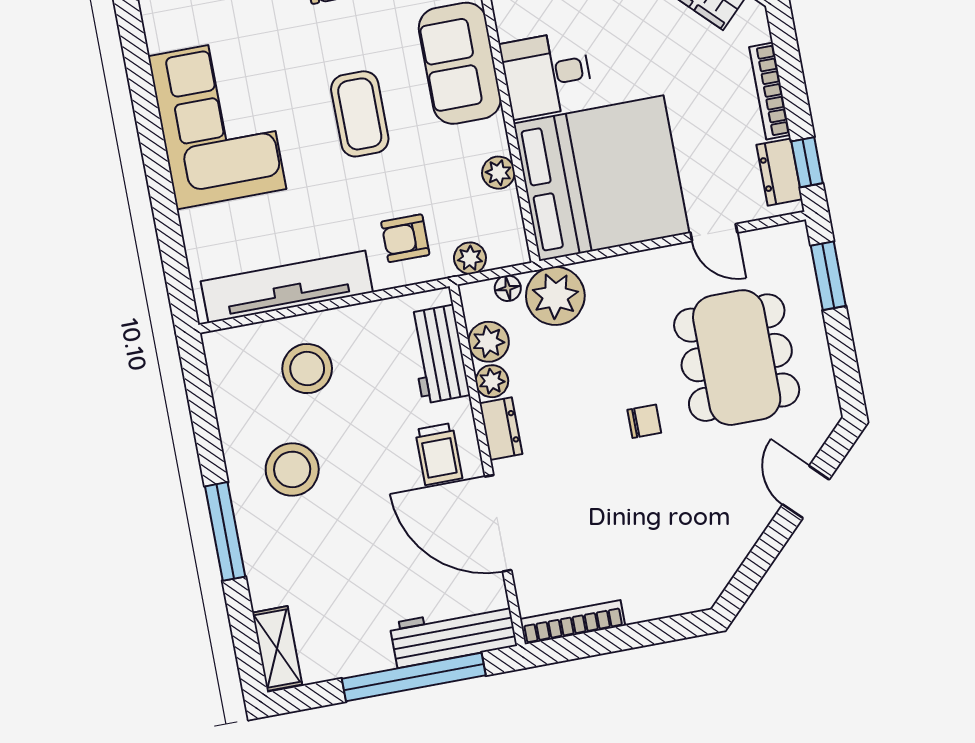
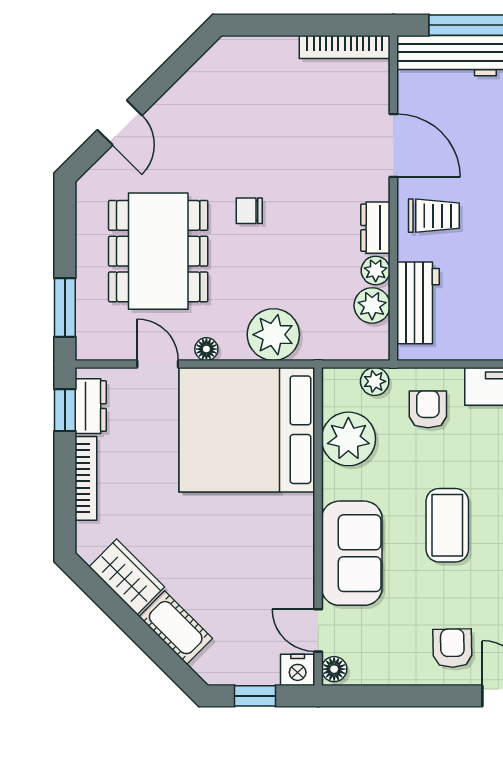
desk: (547, 74) -> (278, 529), removed
plant: (498, 173) -> (348, 439), width x1.87, depth x1.87
armchair: (405, 238) -> (428, 409), turned -90
floor lamp: (508, 288) -> (206, 349), moved
plant: (555, 296) -> (273, 335), moved
trolley: (439, 454) -> (434, 216), turned 90
door: (498, 523) -> (393, 146), width x0.73

